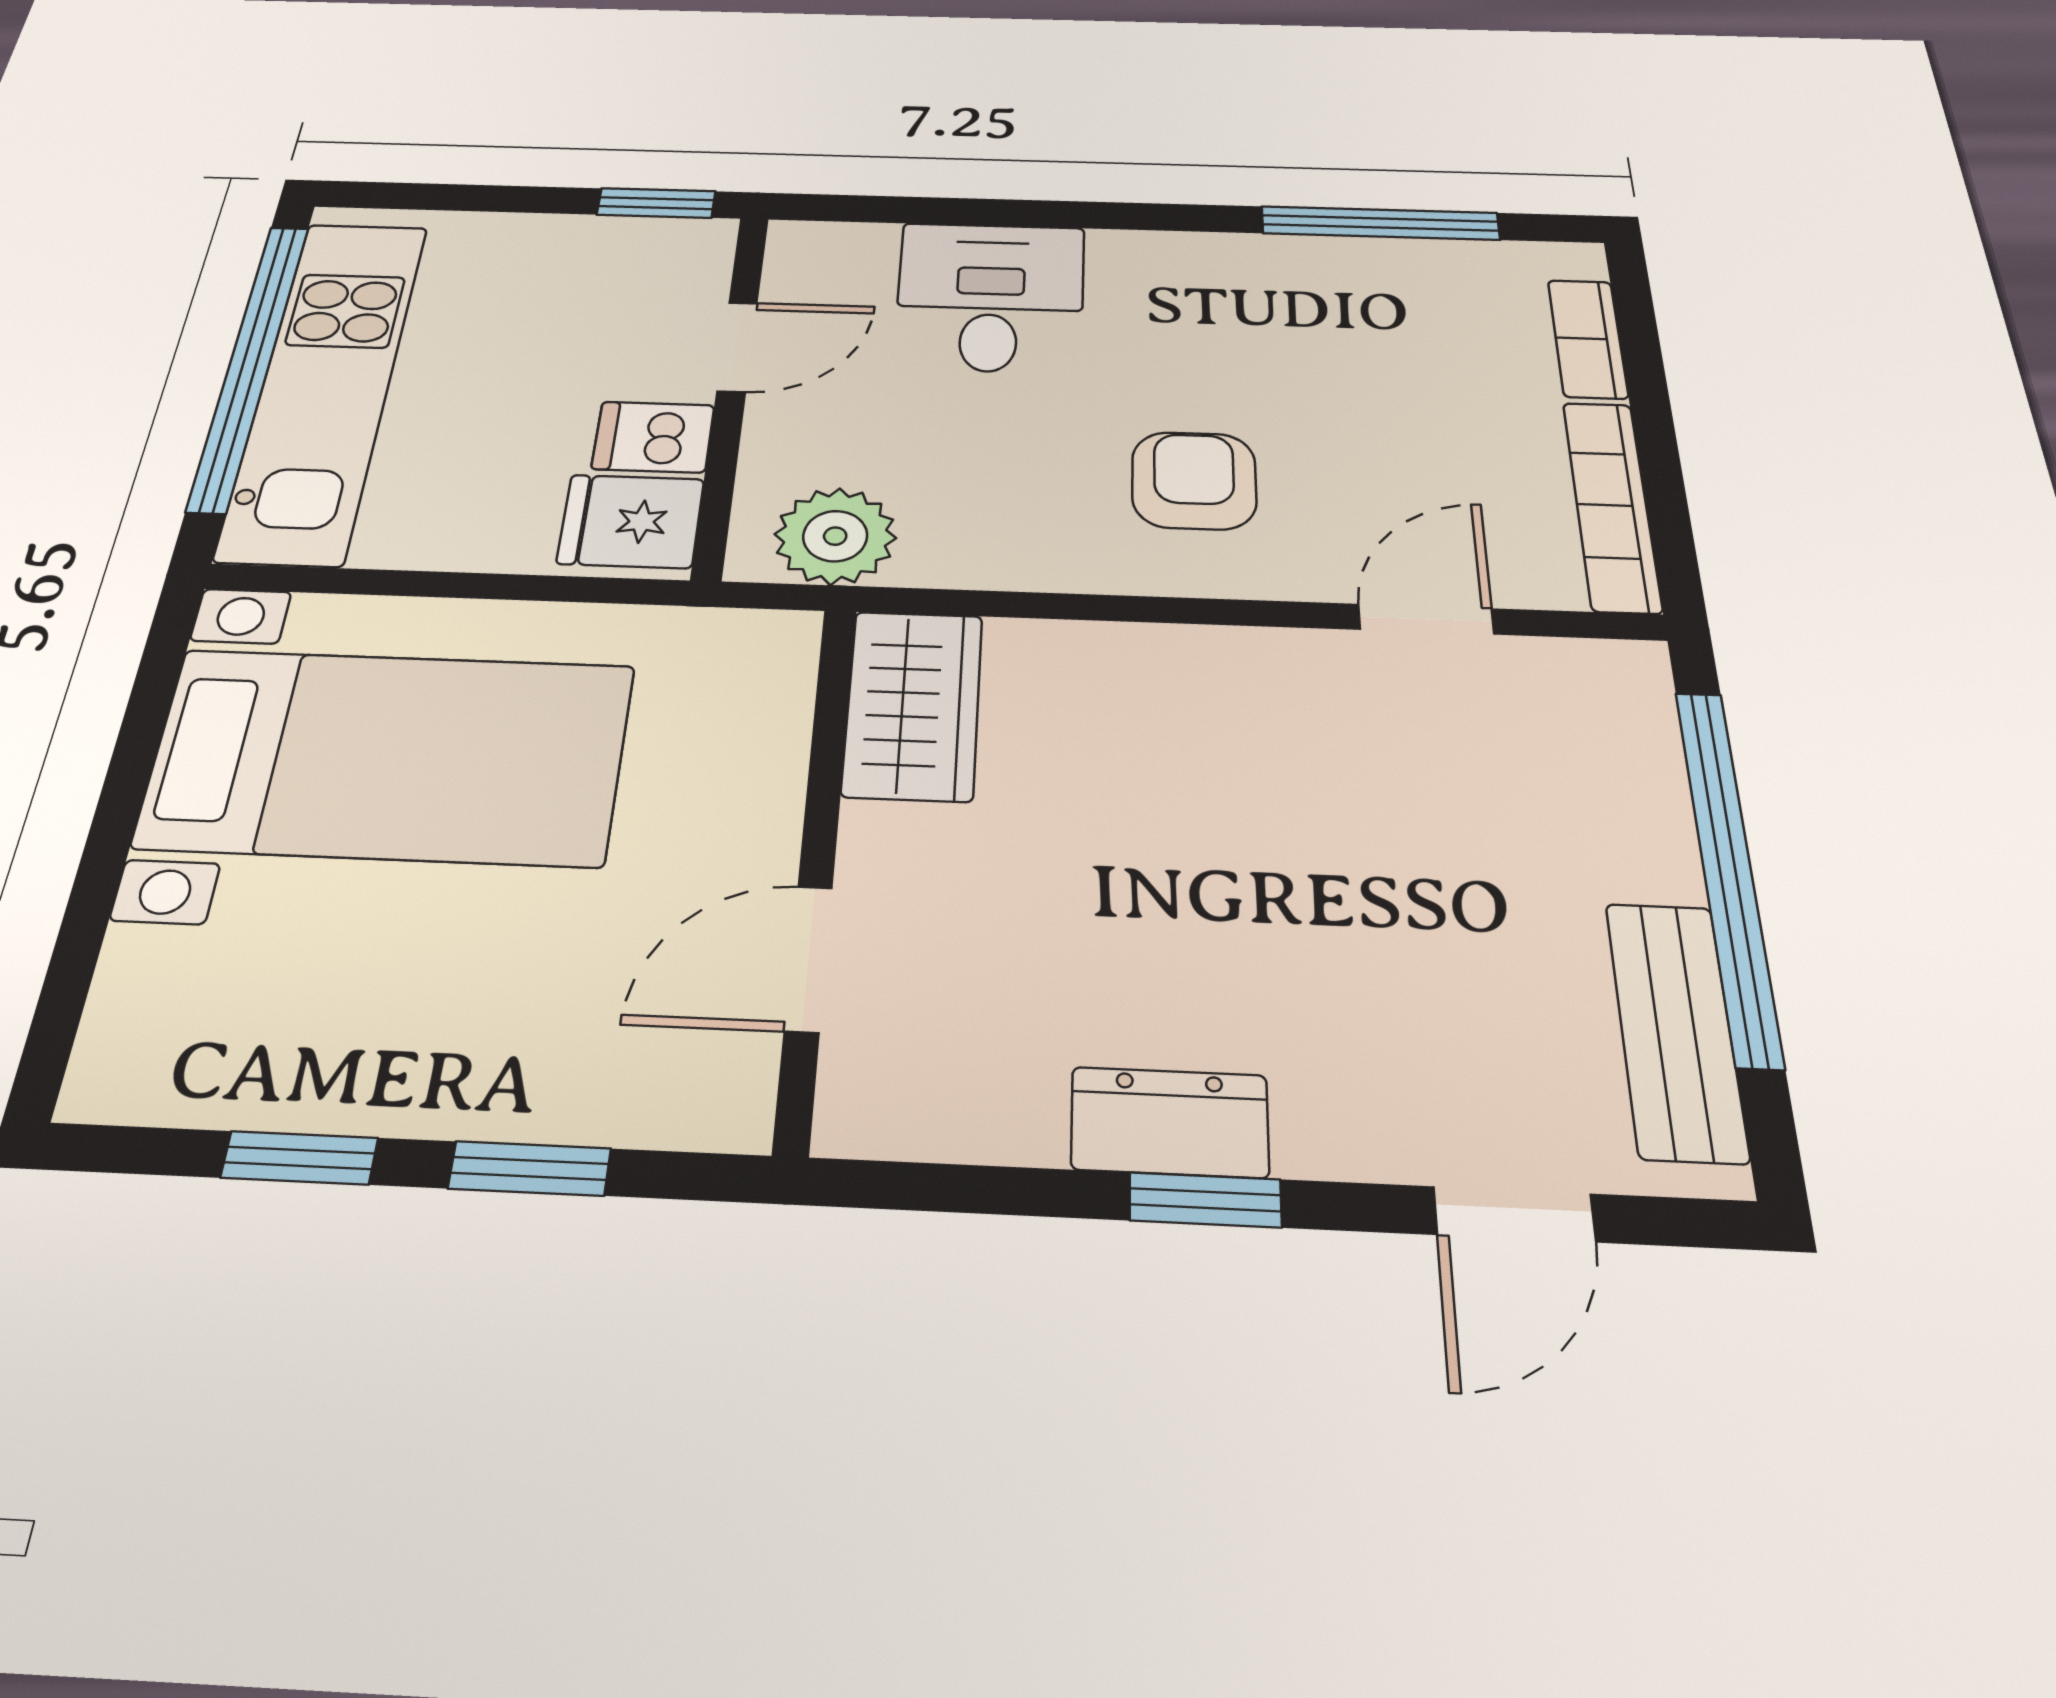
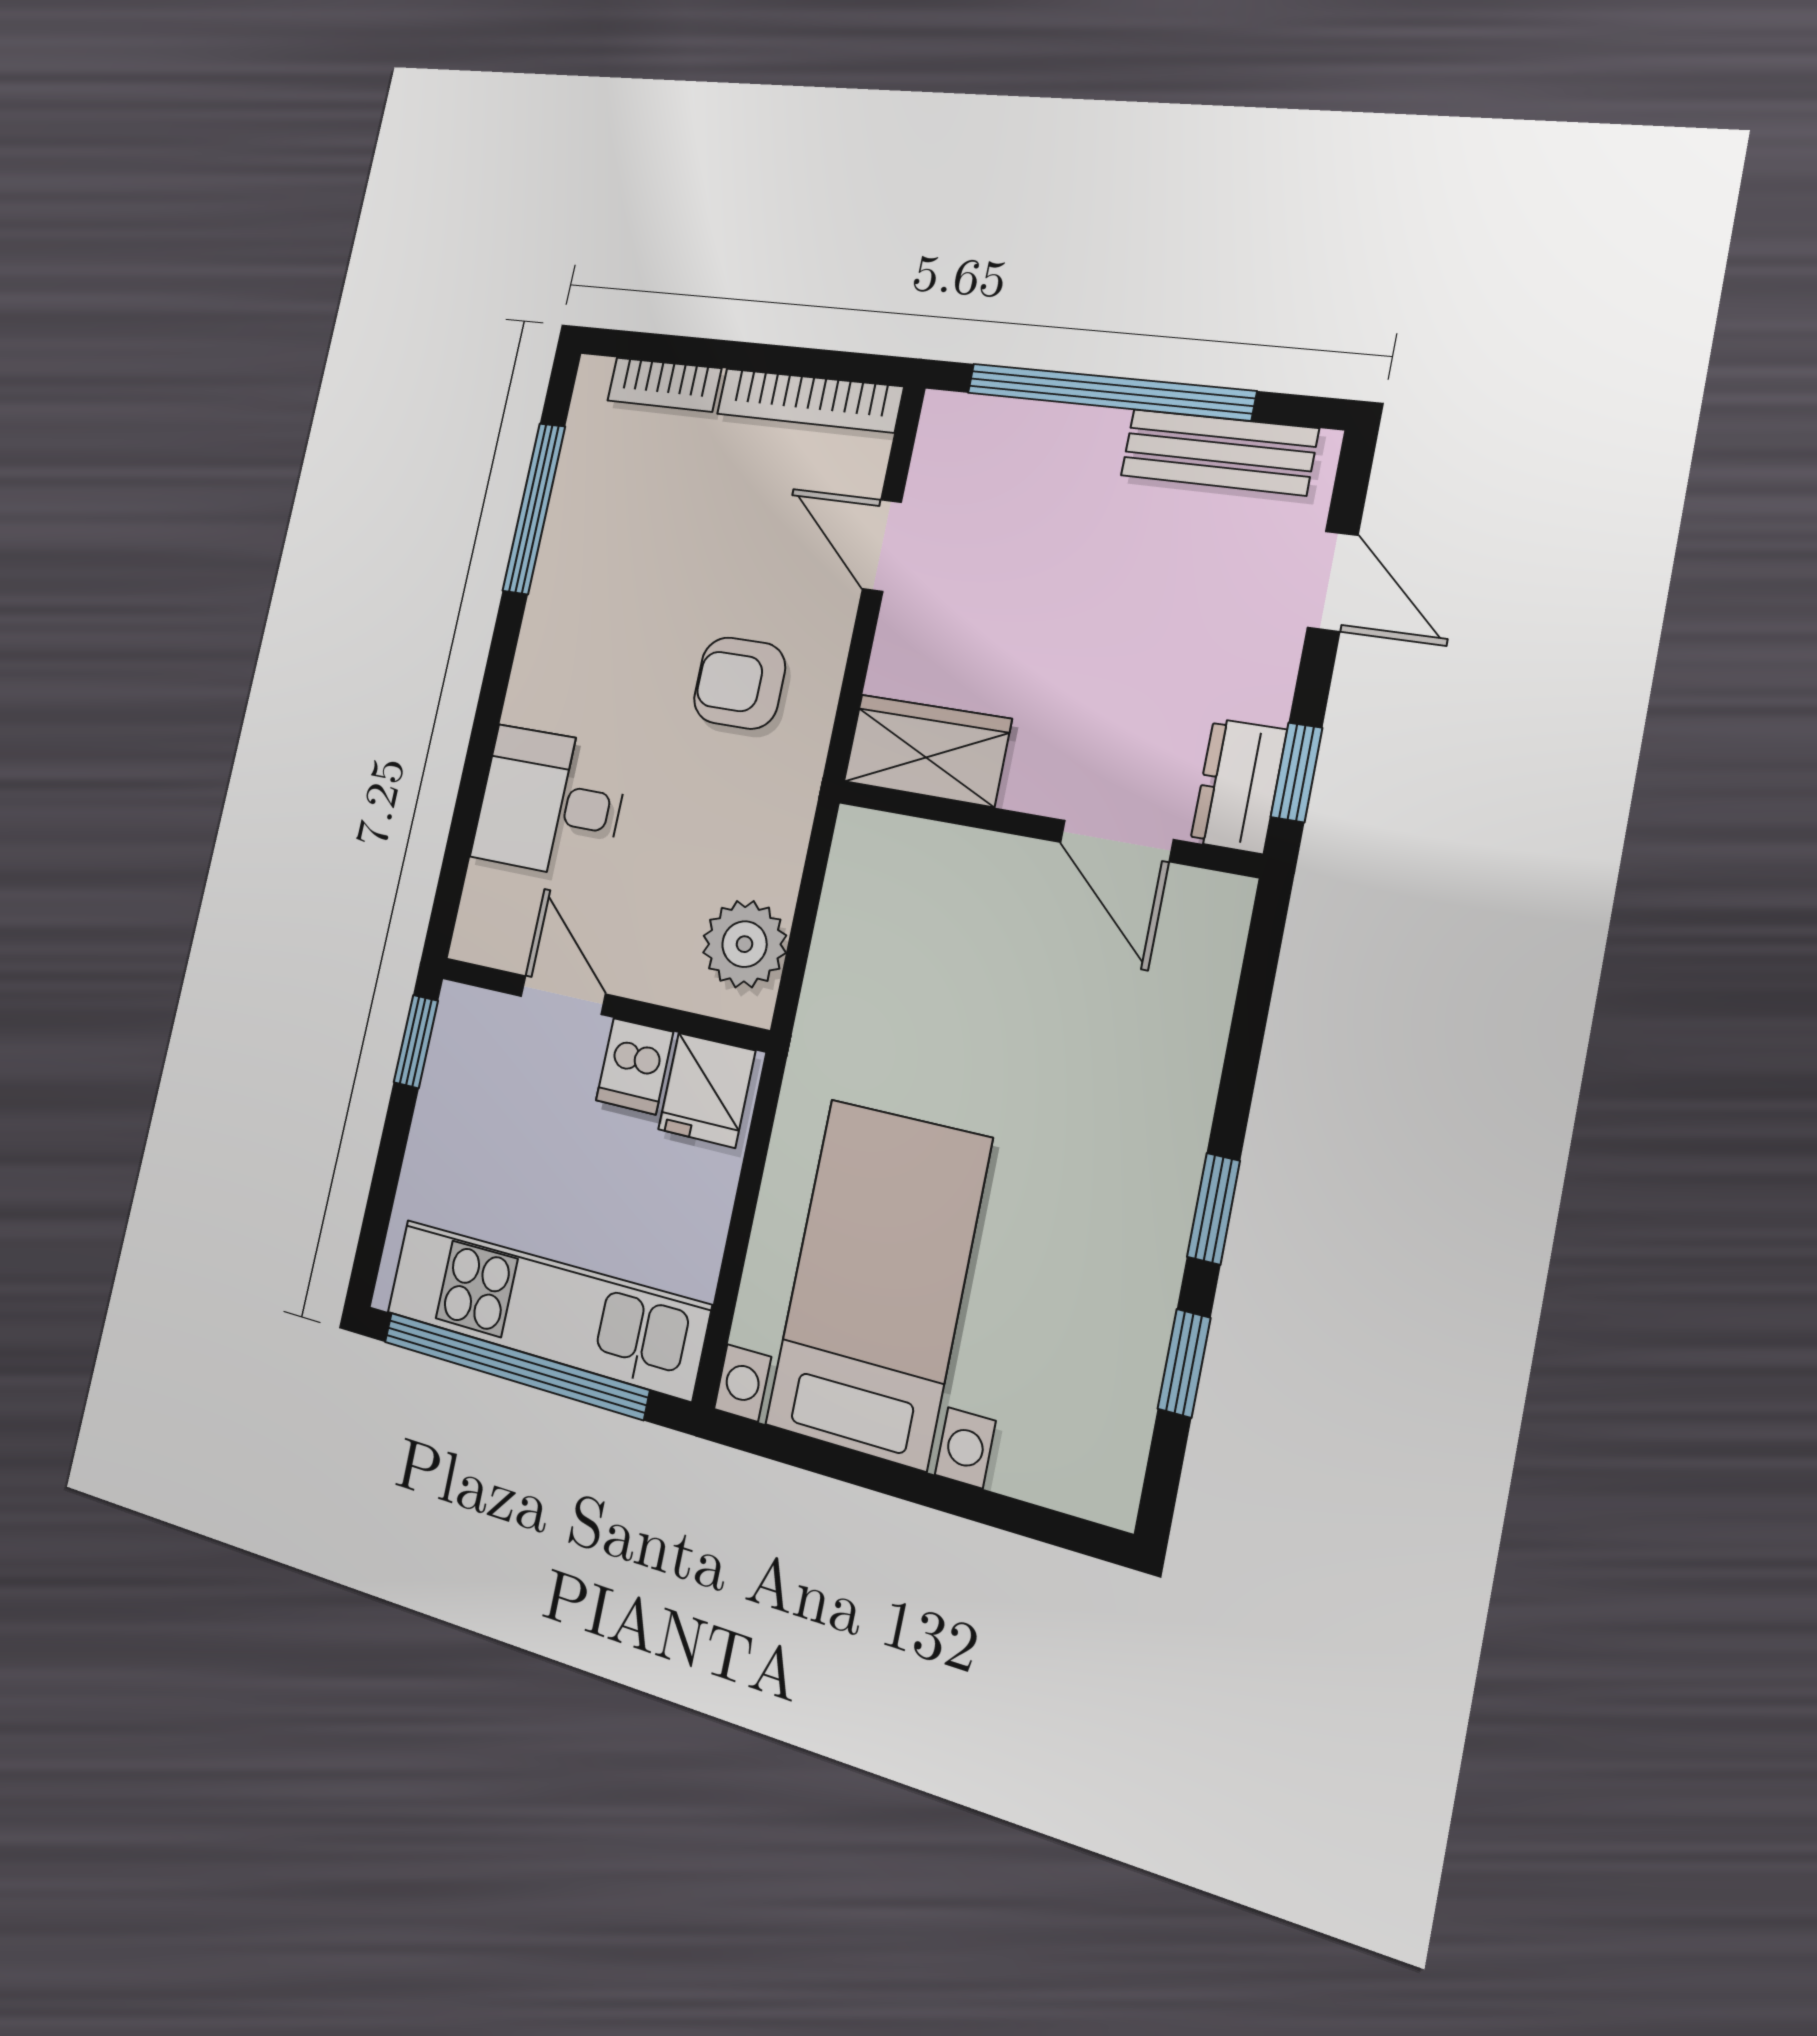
wardrobe: (913, 705) -> (927, 750), moved
wall: (817, 863) -> (1044, 828), moved
door: (808, 959) -> (1116, 841), moved

